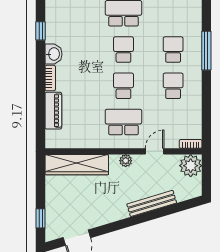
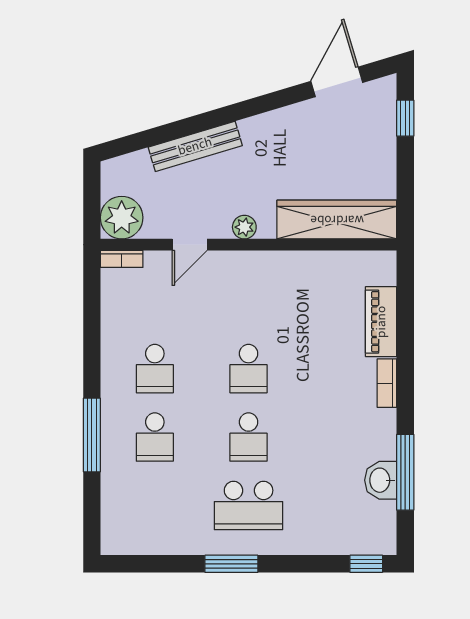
window: (41, 31) -> (405, 472), width x2.17
washbasin: (54, 54) -> (381, 480), moved
school desk: (123, 122) -> (249, 300), removed

